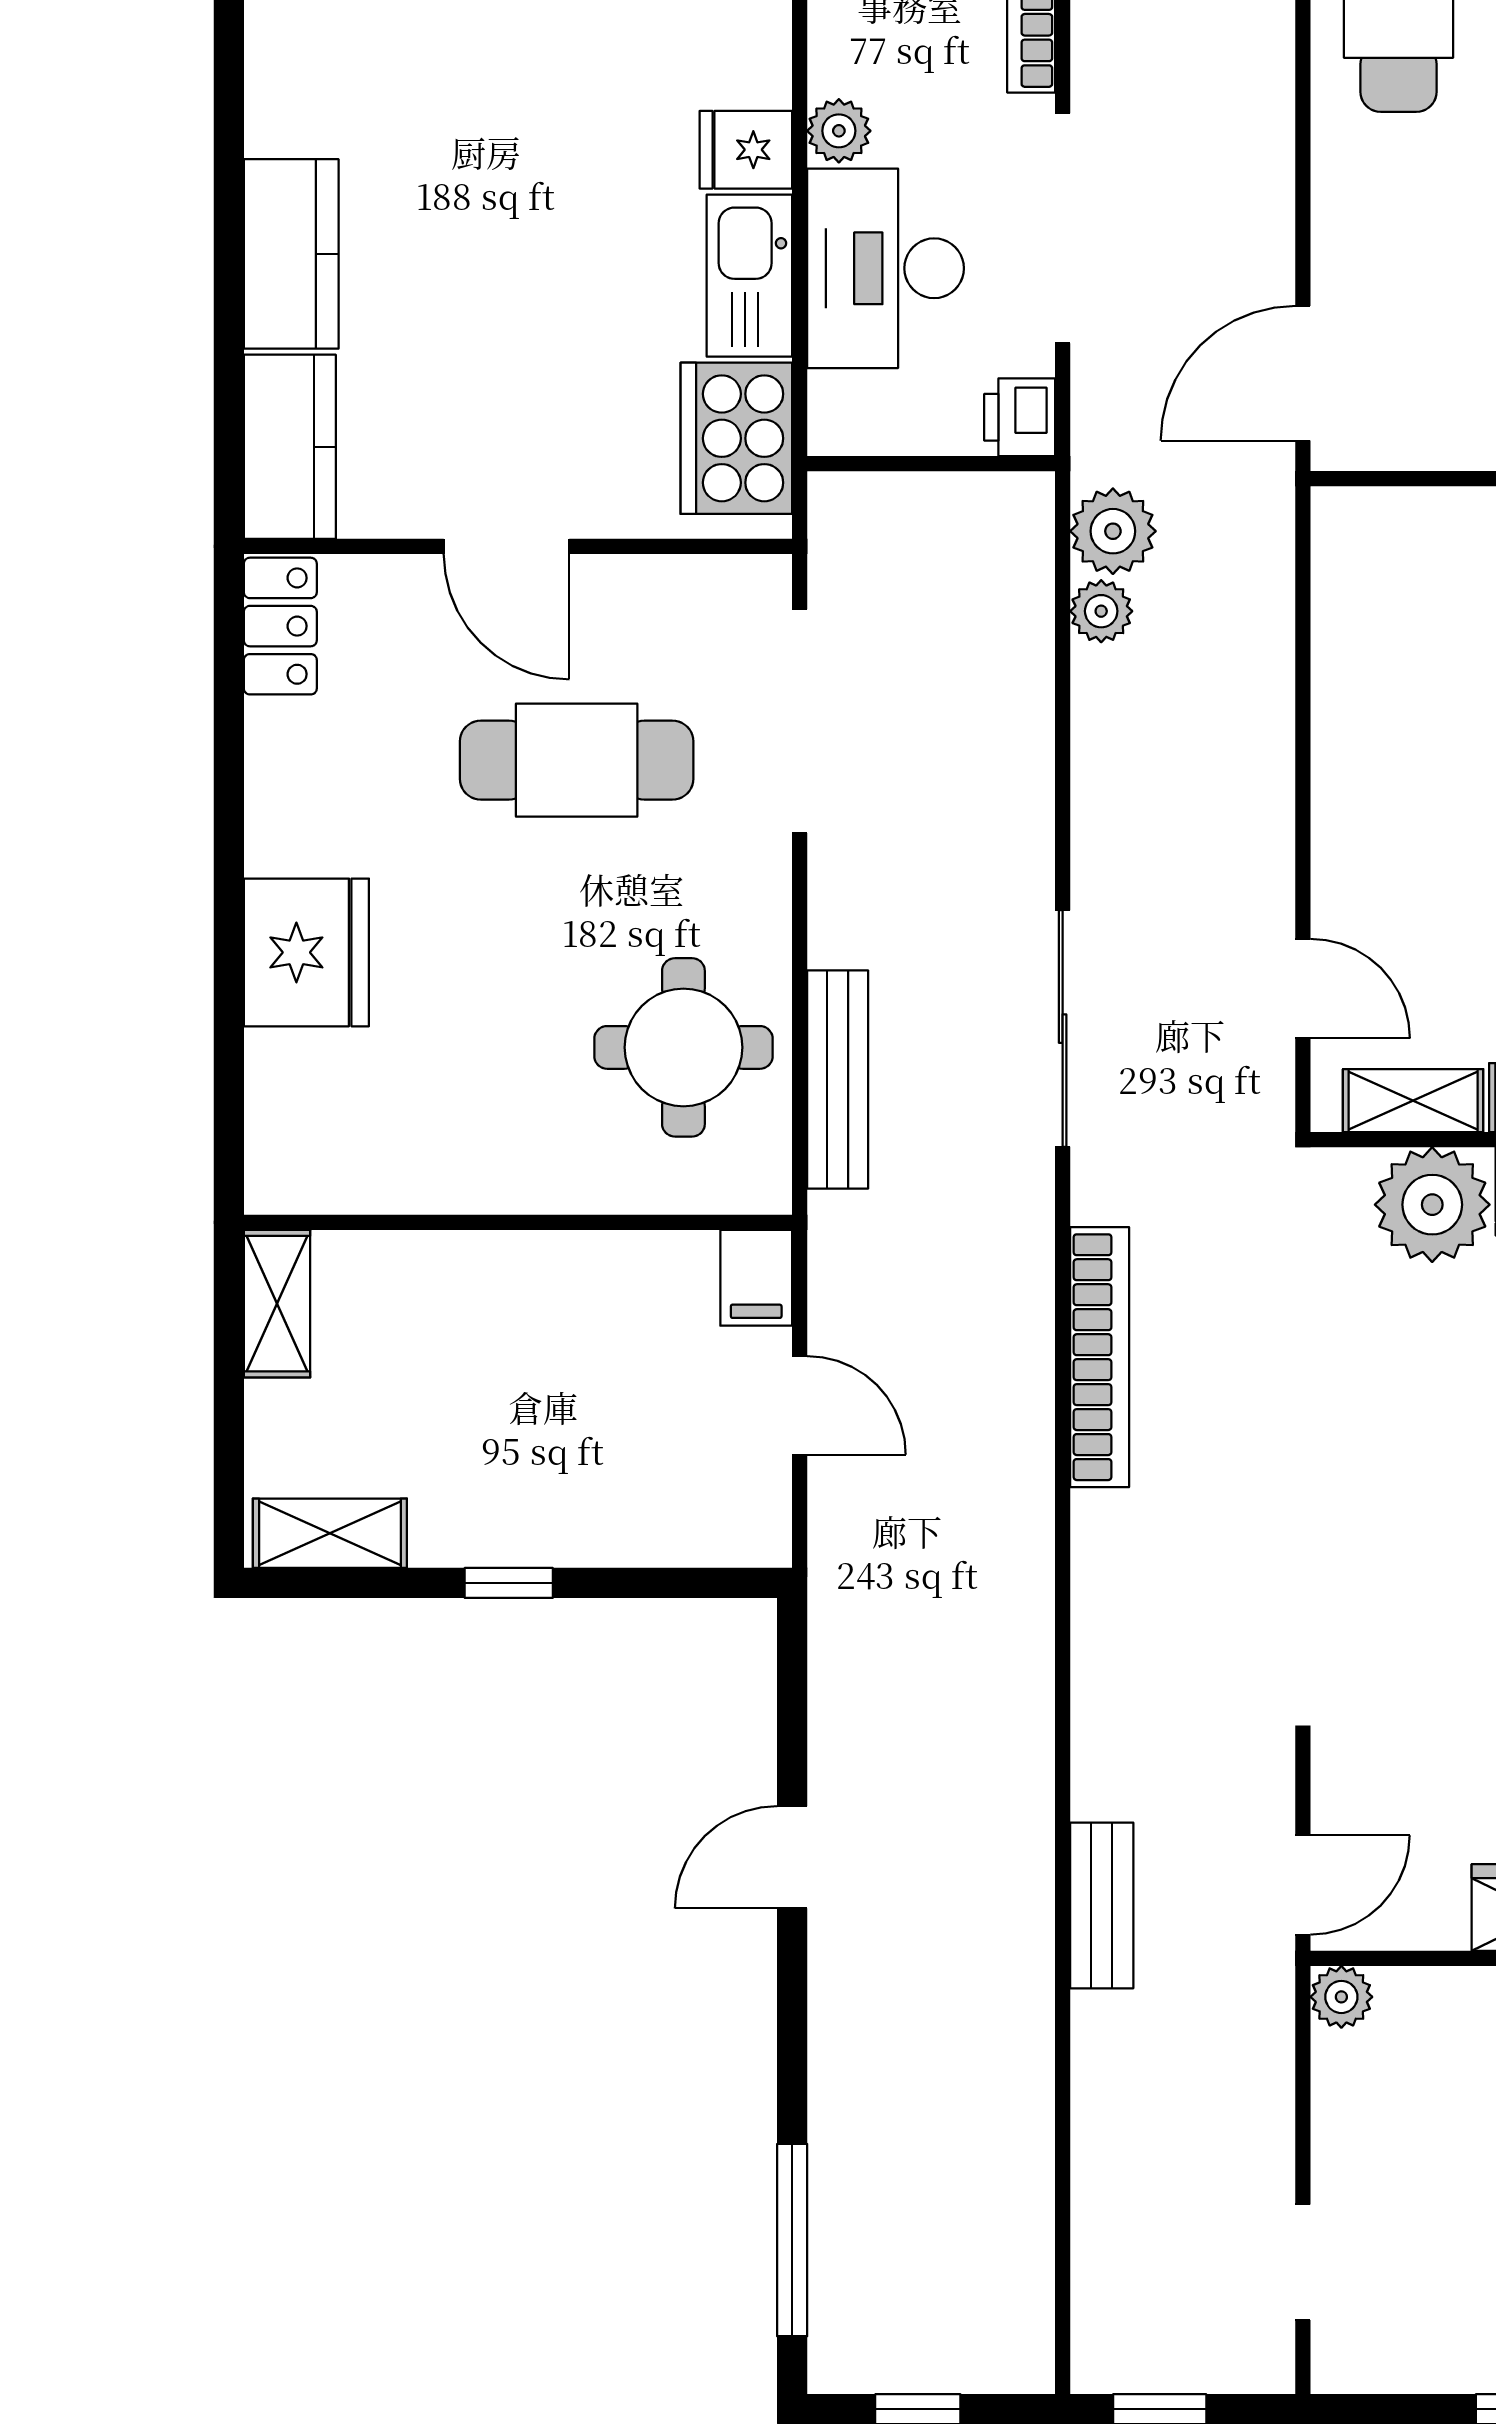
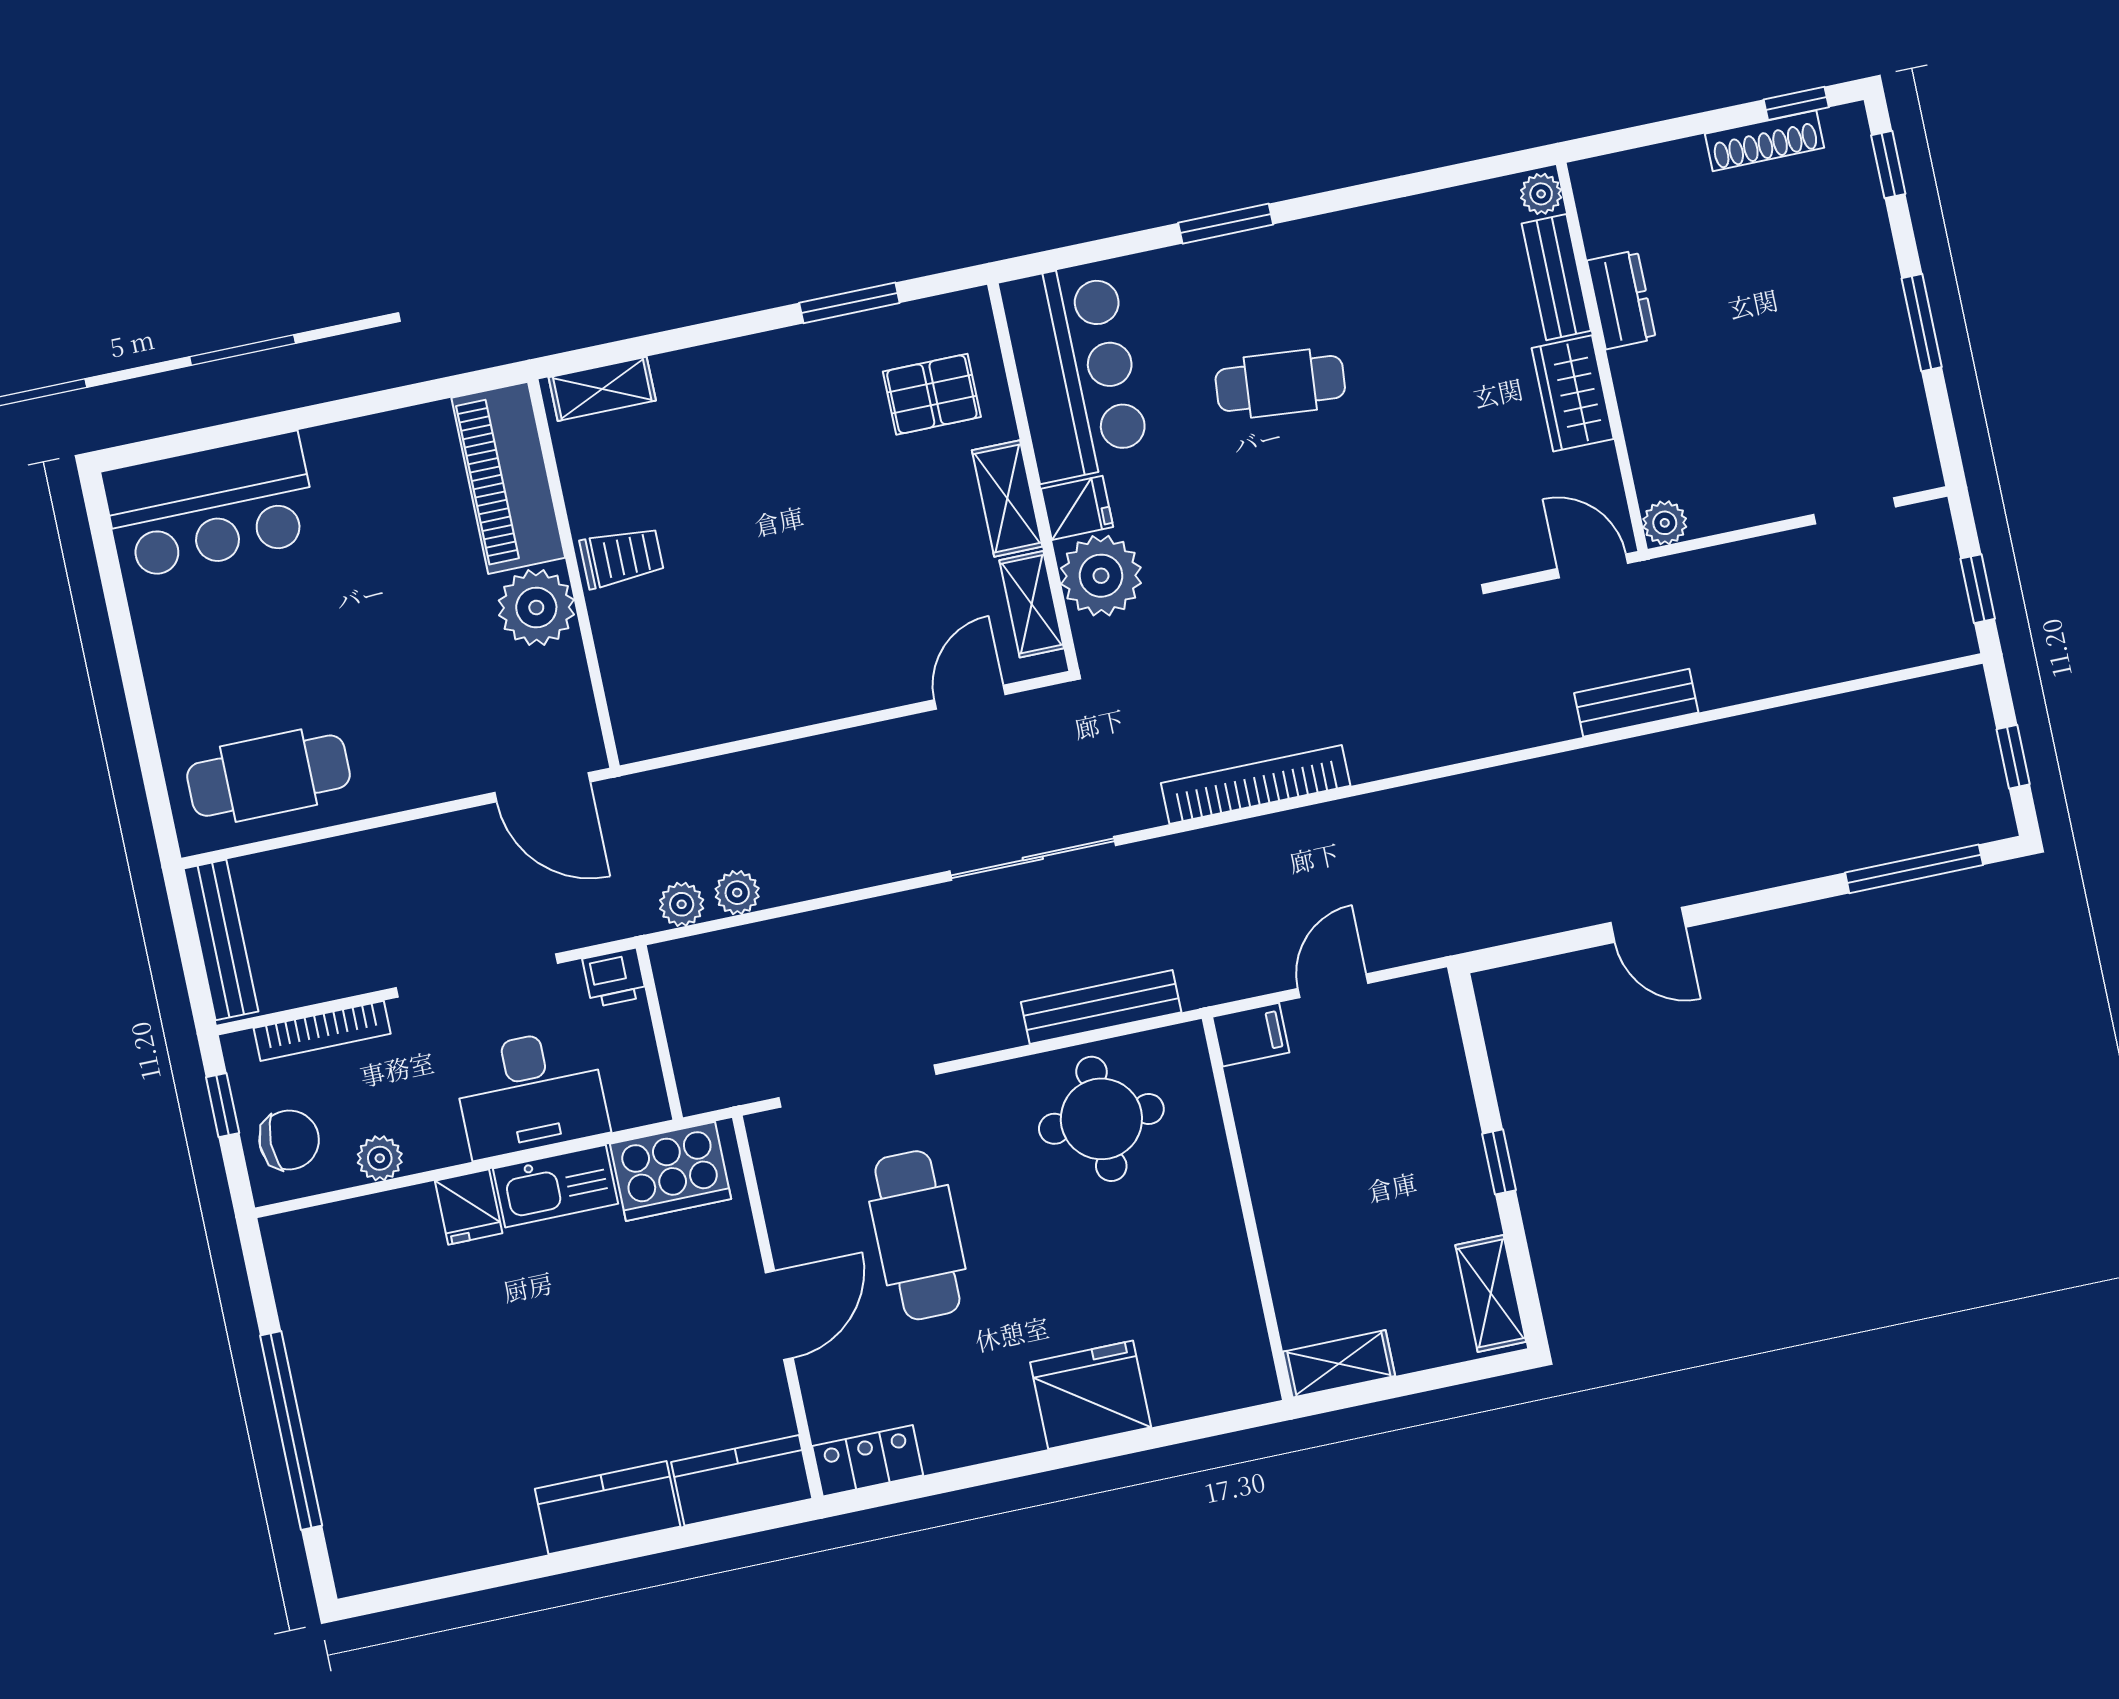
plant: (839, 131) -> (380, 1158), moved
plant: (1113, 531) -> (682, 904), width x0.73, depth x0.73

